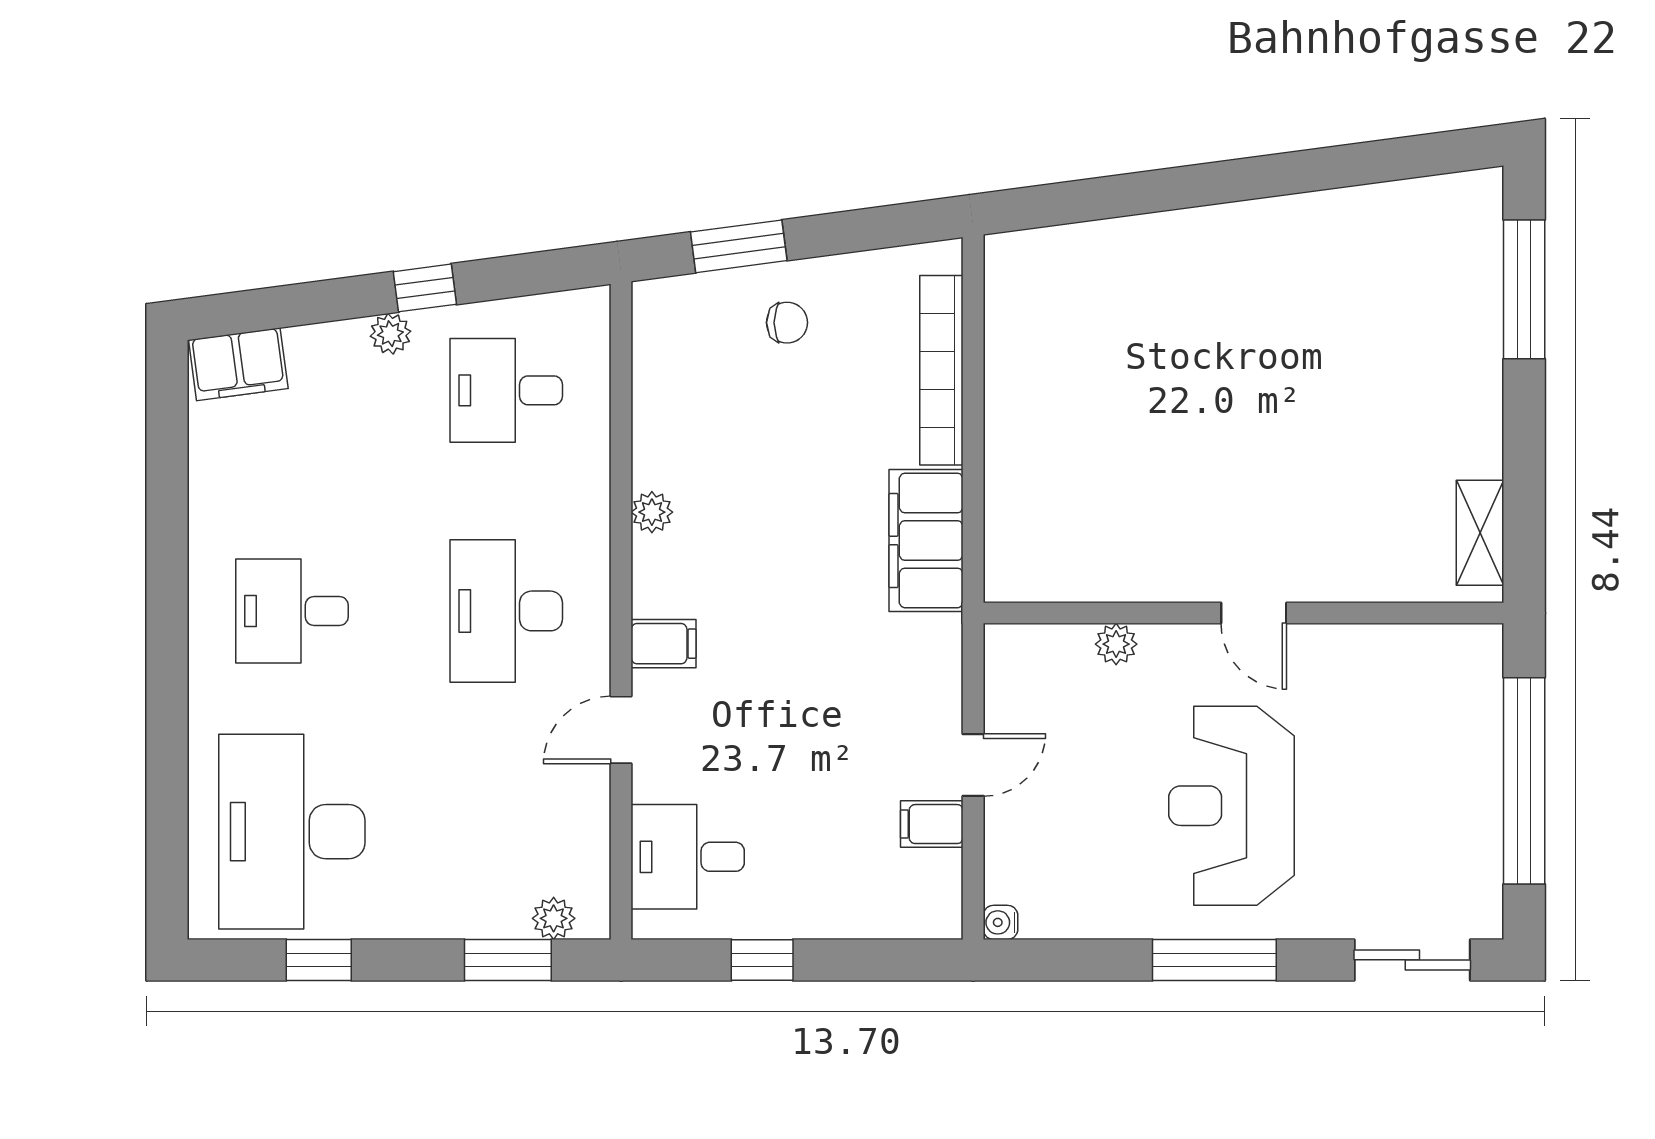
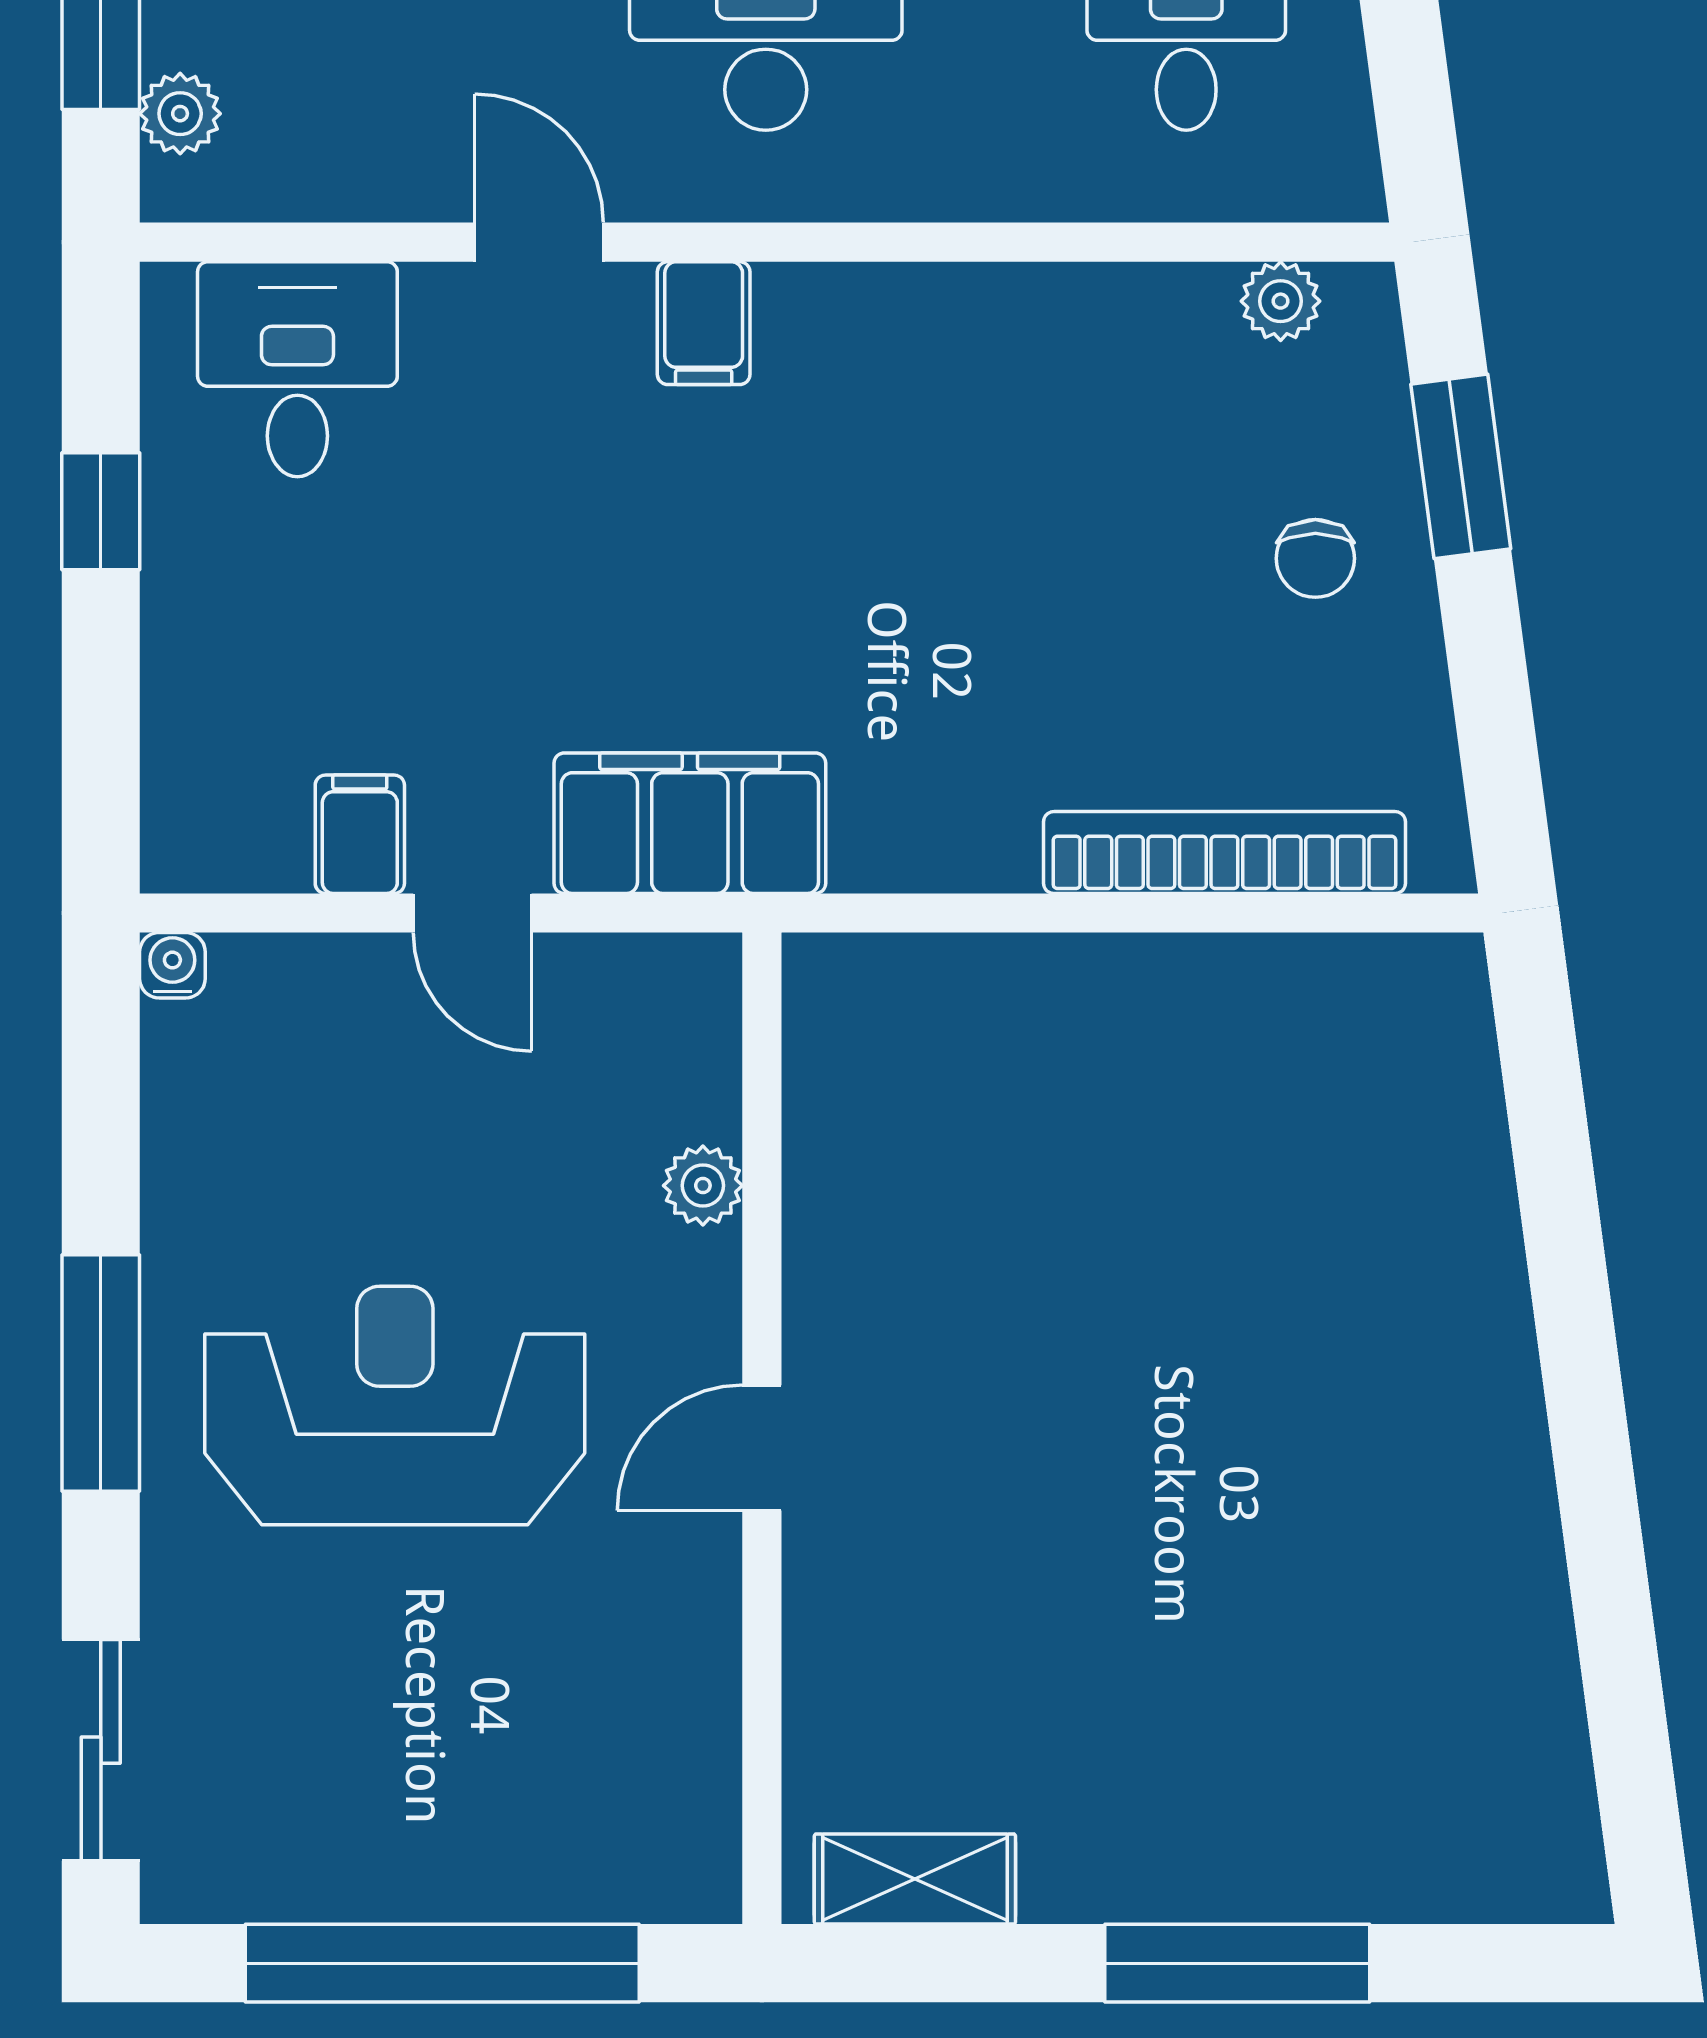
window: (1524, 289) -> (1237, 1963), moved
plant: (652, 512) -> (1281, 301), moved
filing cabinet: (926, 540) -> (690, 823), moved

